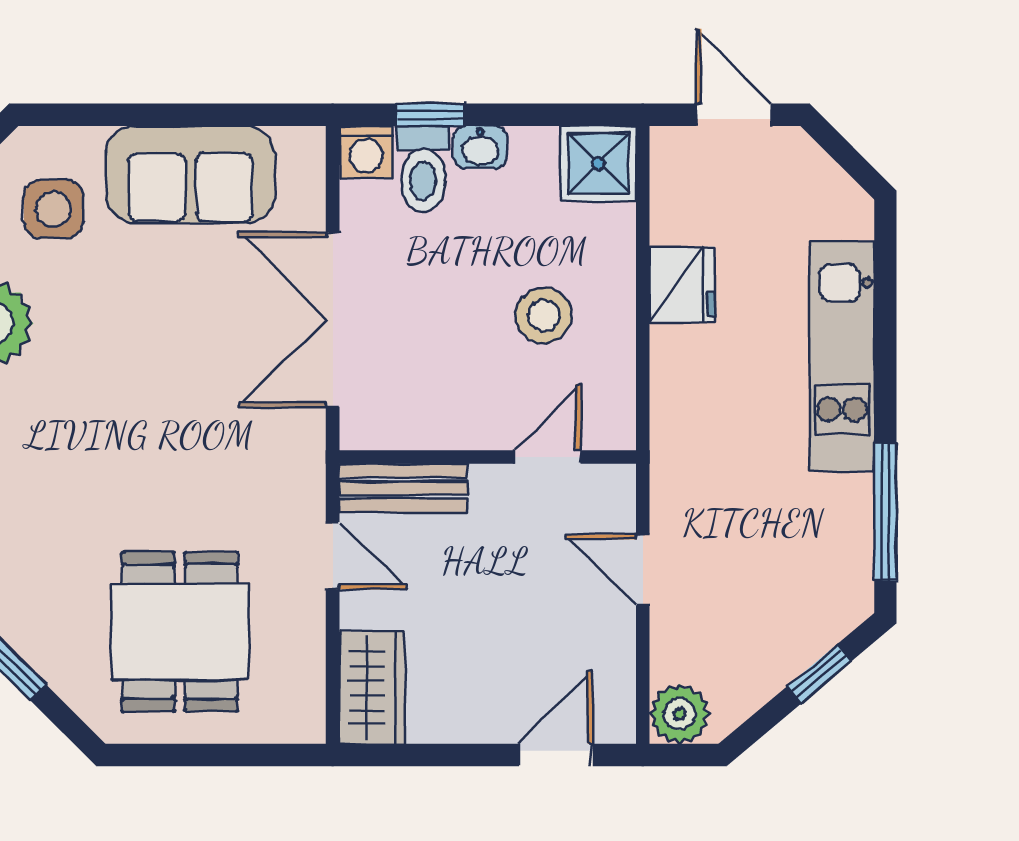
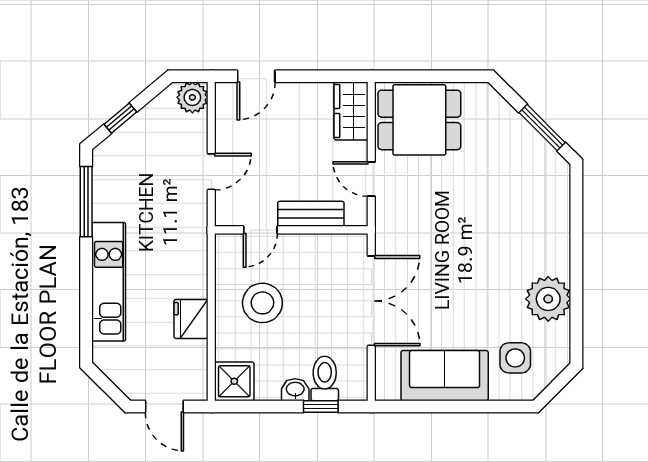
washing machine: (366, 152) -> (354, 387), removed
stool: (544, 316) -> (262, 303), width x1.38, depth x1.38
bench: (403, 488) -> (311, 214), moved
door: (643, 570) -> (211, 172), hinge flipped
dining table: (180, 632) -> (419, 120), moved, turned 90

